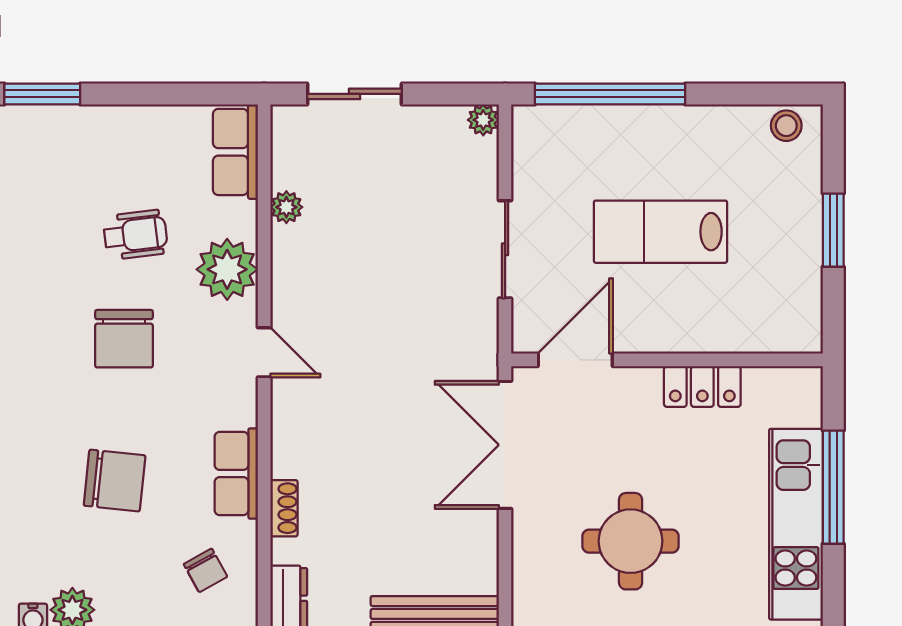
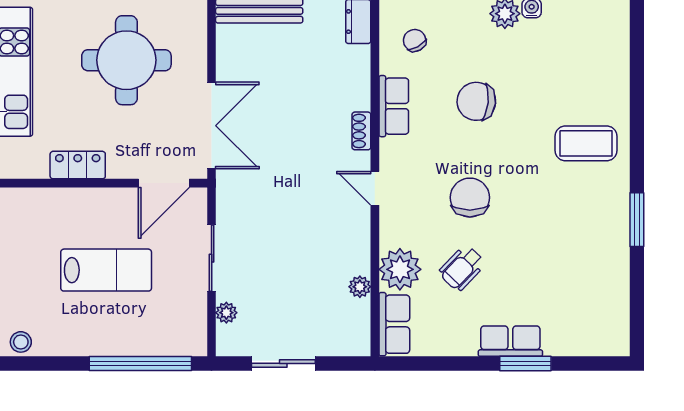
sliding door: (354, 94) -> (283, 363), moved
plant: (483, 120) -> (226, 313), moved
row of seats: (64, 127) -> (510, 341), added
wheelchair: (136, 235) -> (462, 268), turned -39
plant: (227, 269) -> (400, 269), moved
shoe rack: (284, 508) -> (361, 131), moved
round table: (631, 541) -> (126, 60), width x1.36, depth x1.36

